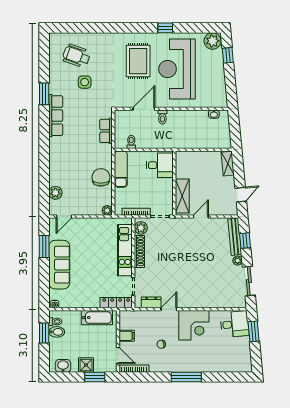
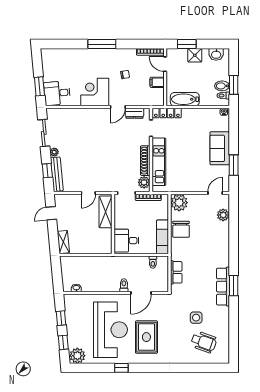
window: (230, 82) -> (61, 318), added
window: (44, 94) -> (234, 286), moved
plant: (107, 210) -> (179, 203), width x1.87, depth x1.87
sofa: (59, 265) -> (220, 148), width x0.73

